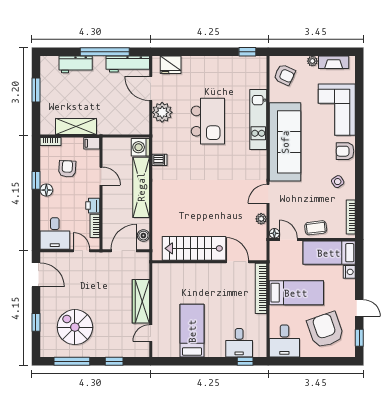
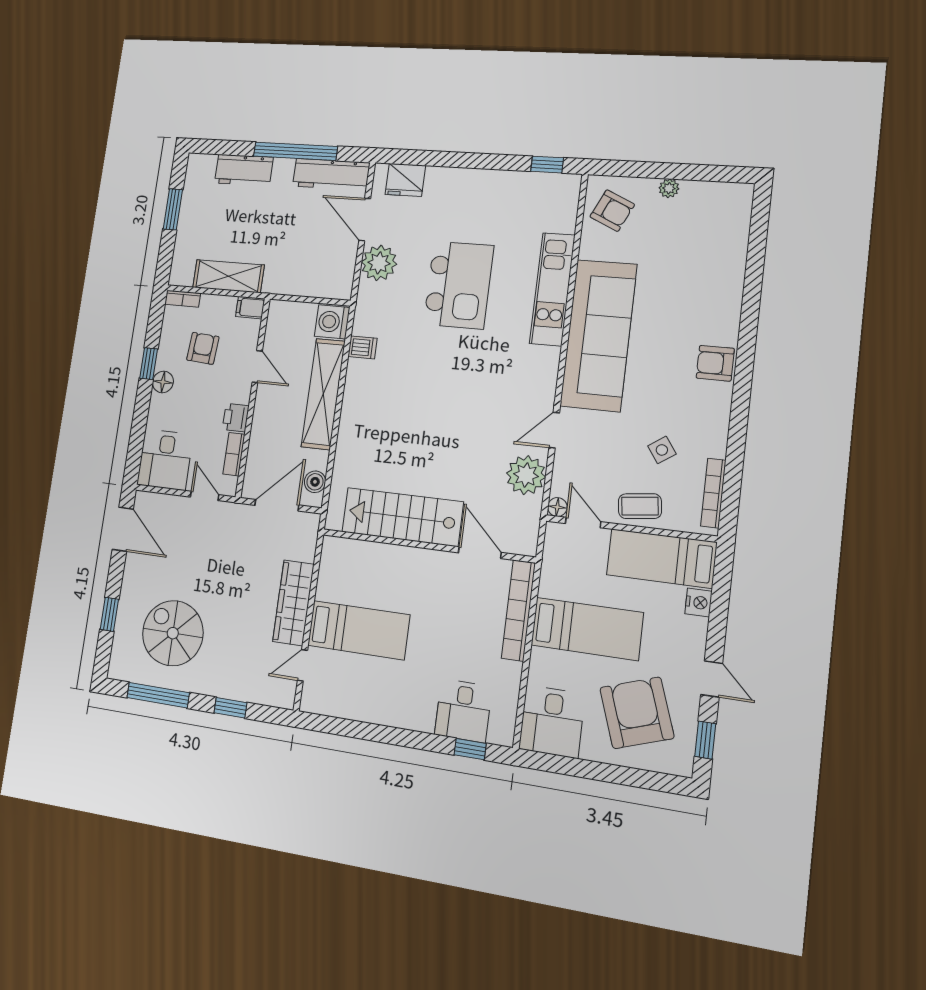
fireplace: (334, 62) -> (711, 193), removed
corner sofa: (337, 110) -> (707, 282), removed
side table: (338, 182) -> (662, 450), moved
plant: (261, 219) -> (526, 475), width x1.87, depth x1.87
bed: (192, 331) -> (359, 630), moved, turned 90

